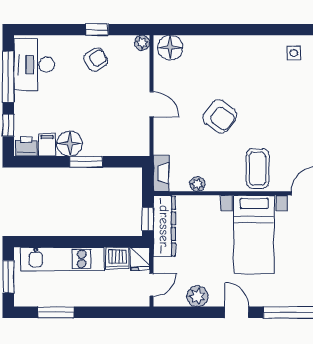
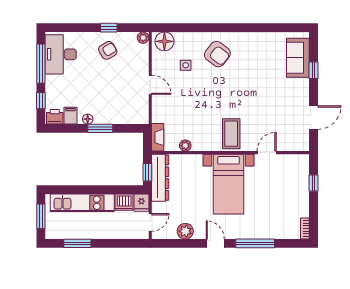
side table: (294, 53) -> (186, 65), moved
armchair: (220, 116) -> (217, 54), moved
floor lamp: (70, 143) -> (88, 119), width x0.53, depth x0.53

